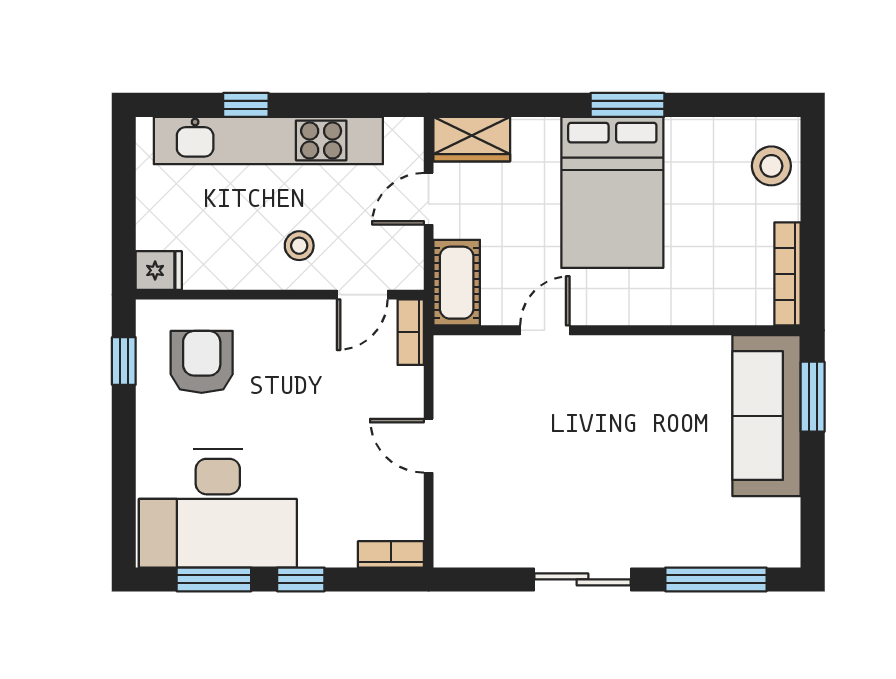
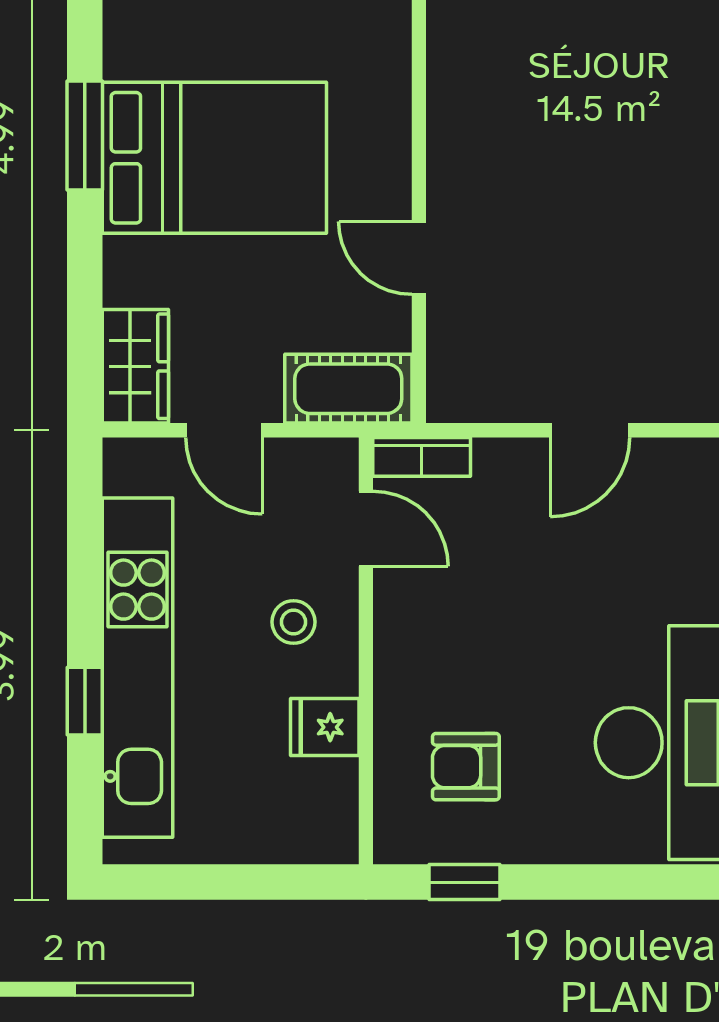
fridge: (159, 270) -> (325, 727), moved, turned -90
armchair: (202, 362) -> (466, 767), width x0.72, depth x0.72

